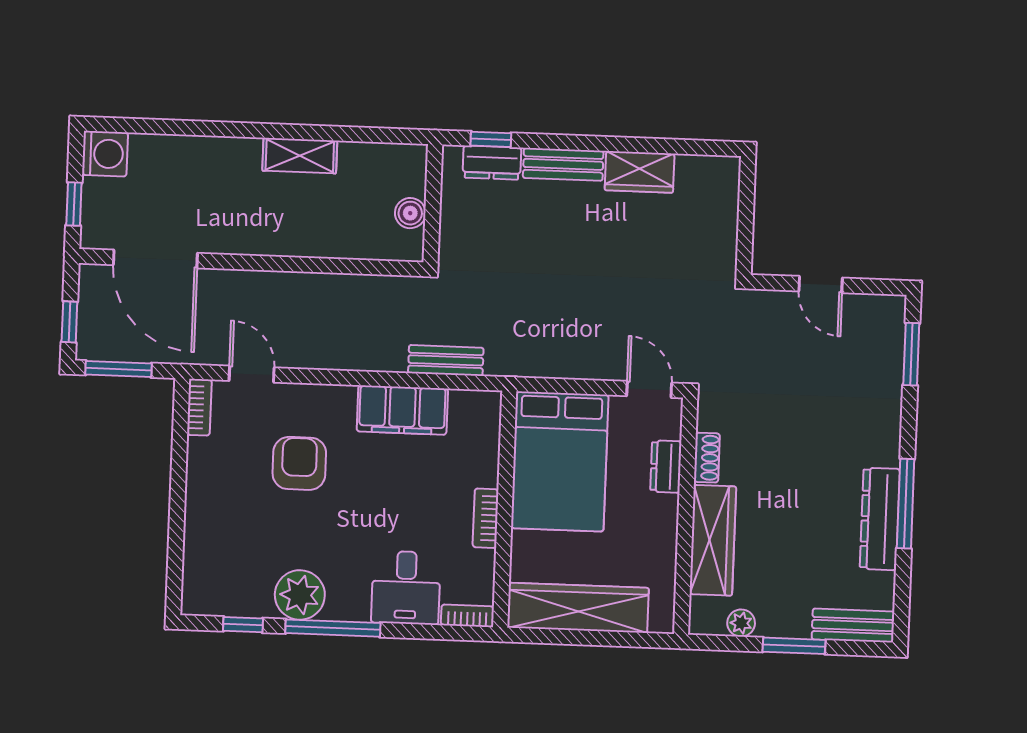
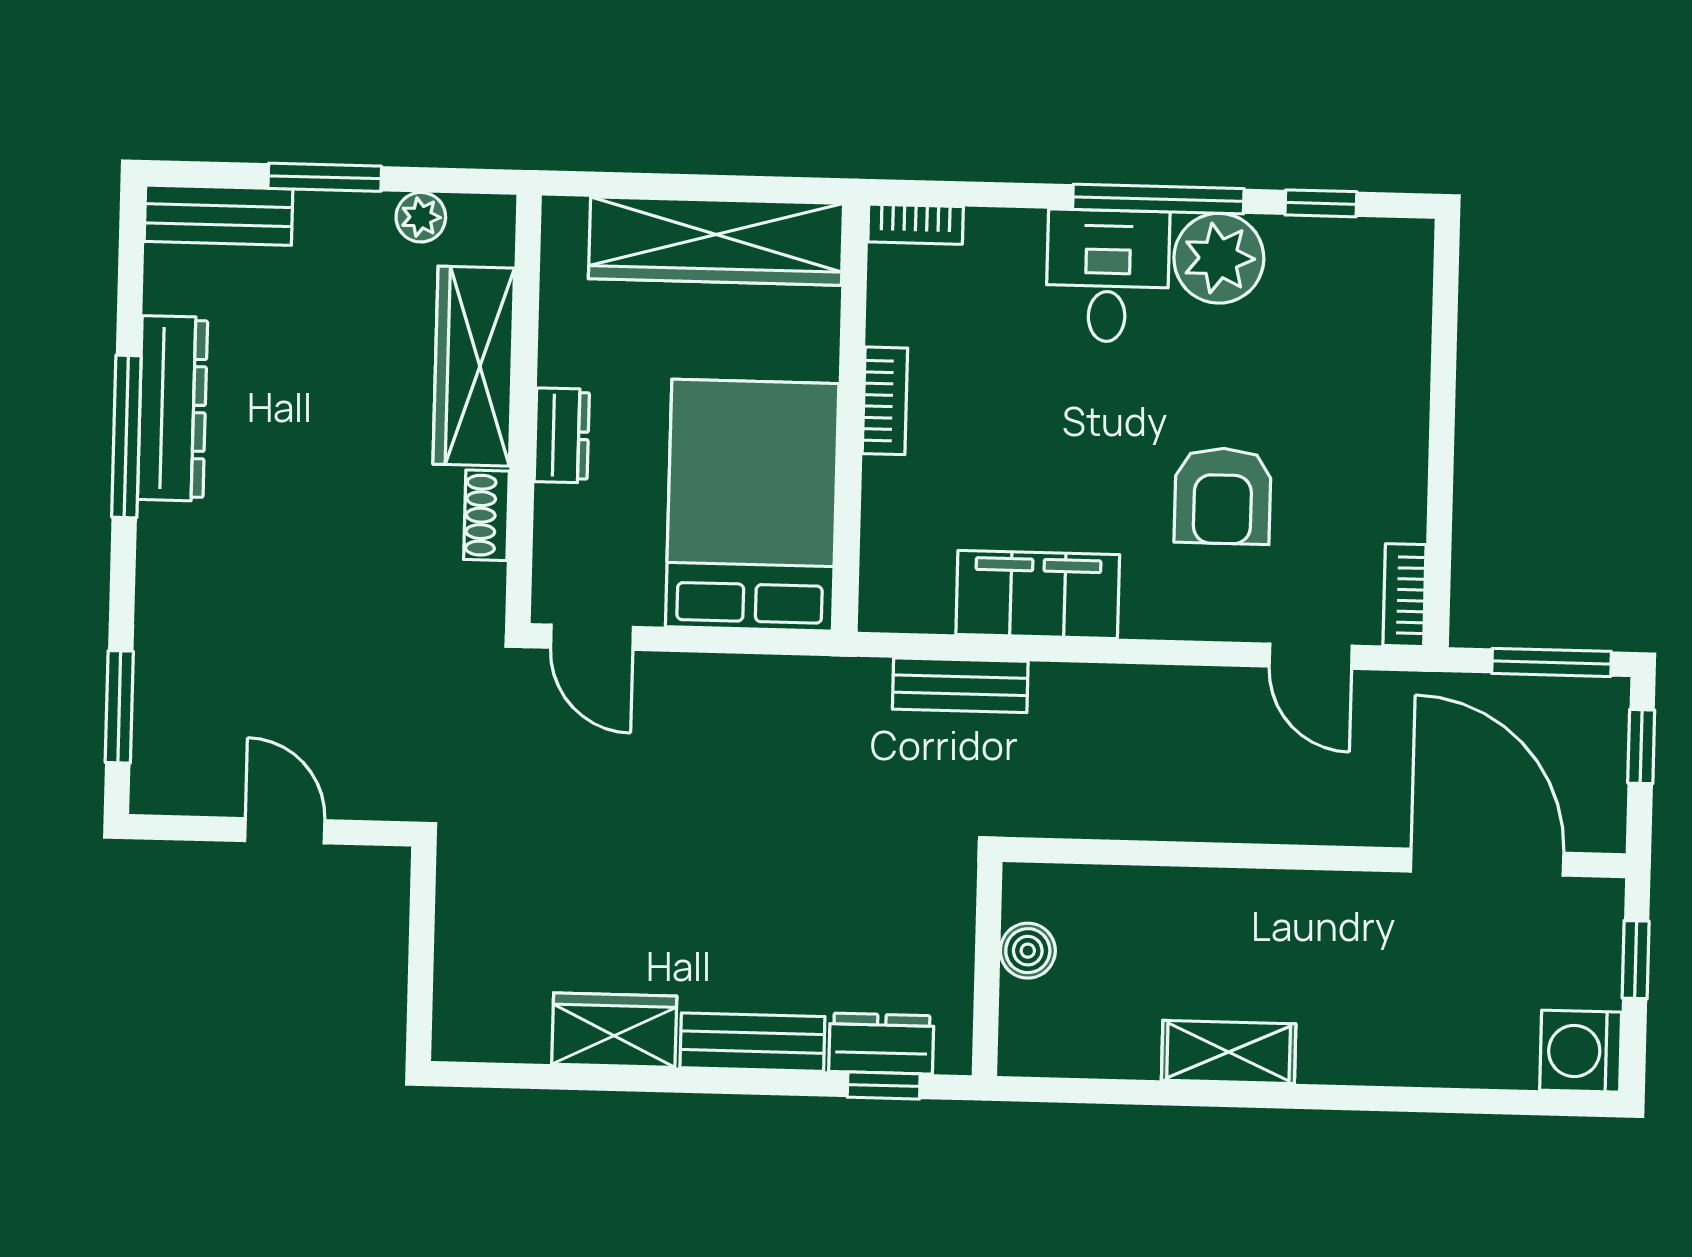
dresser: (666, 467) -> (562, 435), moved
desk: (406, 588) -> (1108, 276), moved

